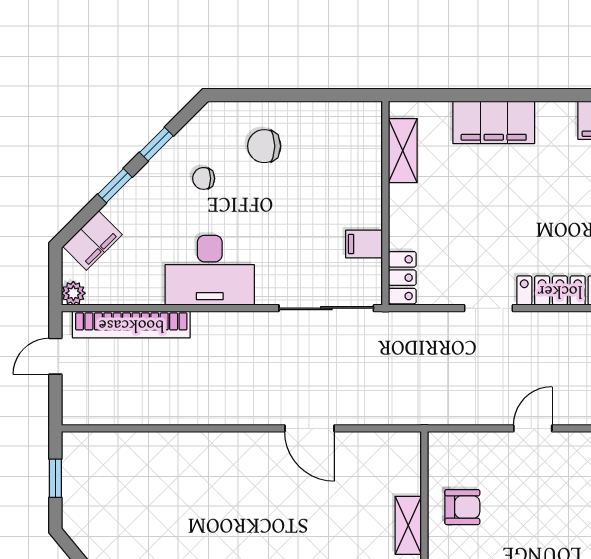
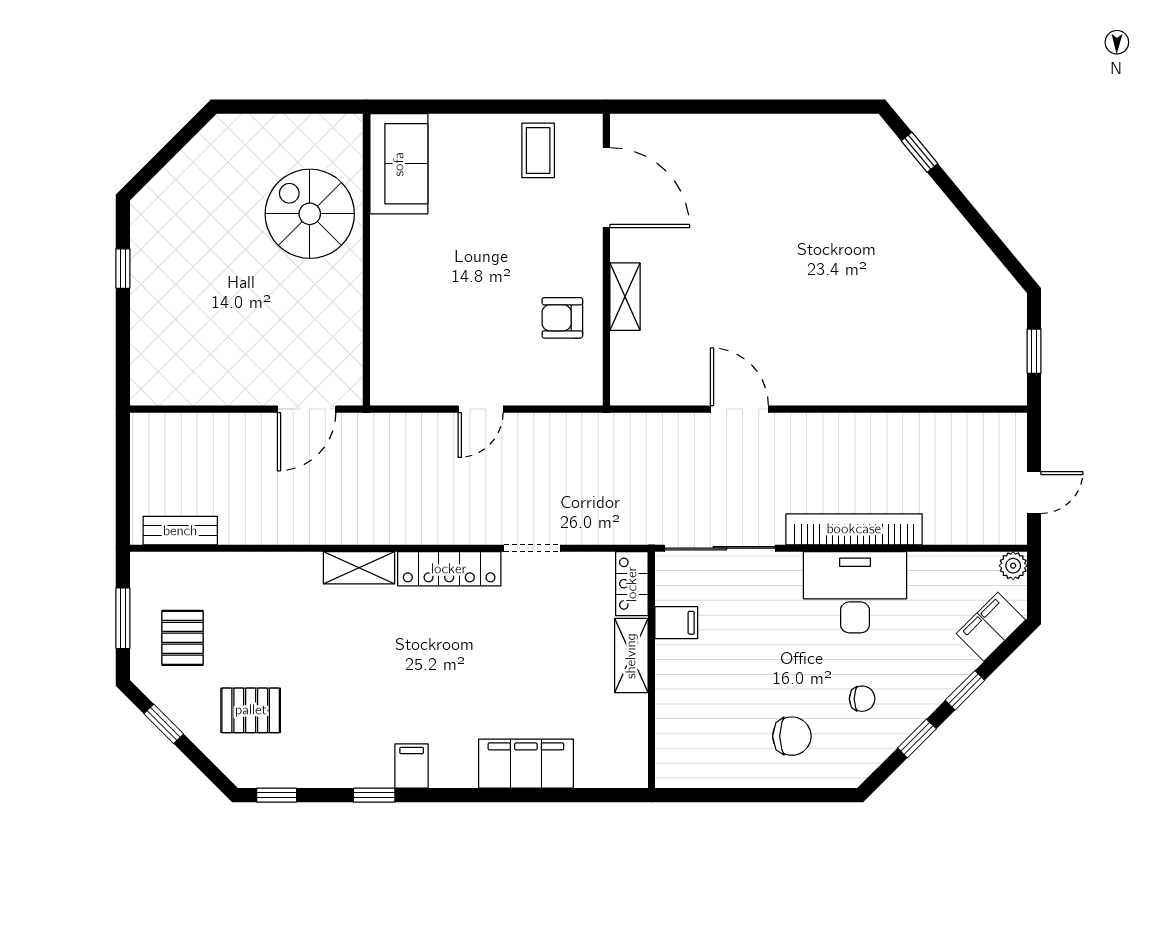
shelving: (403, 151) -> (631, 656), moved
bookcase: (131, 325) -> (854, 529), moved

